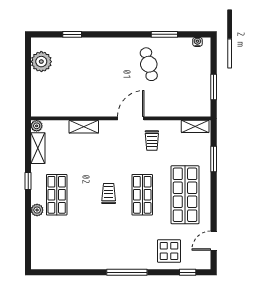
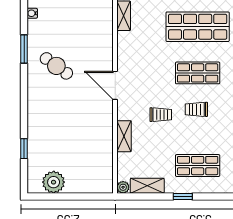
cafe table: (149, 64) -> (56, 66), turned 50
trolley: (152, 140) -> (161, 115), moved
plant: (37, 210) -> (214, 187), removed

